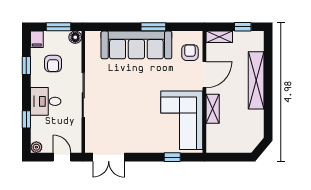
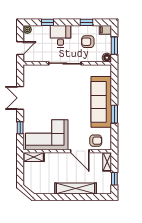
shelving: (213, 109) -> (34, 157), moved
double door: (109, 157) -> (20, 98), moved

